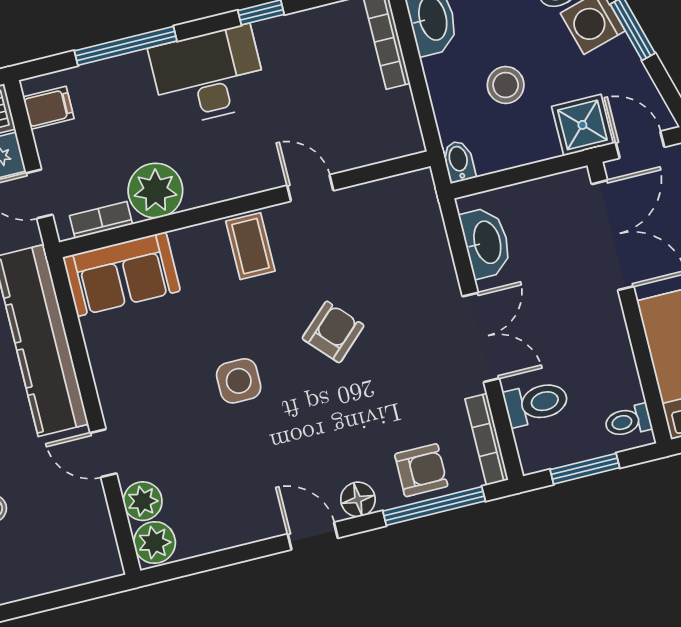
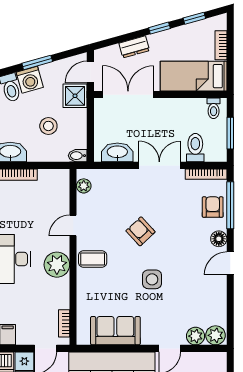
plant: (399, 190) -> (84, 186), added
plant: (155, 191) -> (57, 265), moved
sofa: (122, 274) -> (115, 331), moved, turned -90

